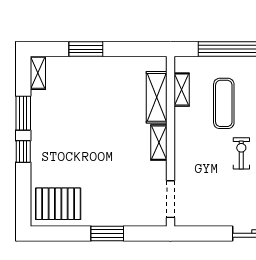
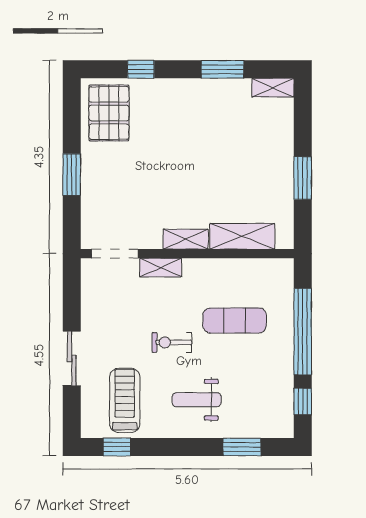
window: (86, 49) -> (303, 178), moved
shelving: (182, 90) -> (161, 268), moved
window: (23, 151) -> (141, 69), moved
exercise bike: (241, 153) -> (172, 342), turned 180

